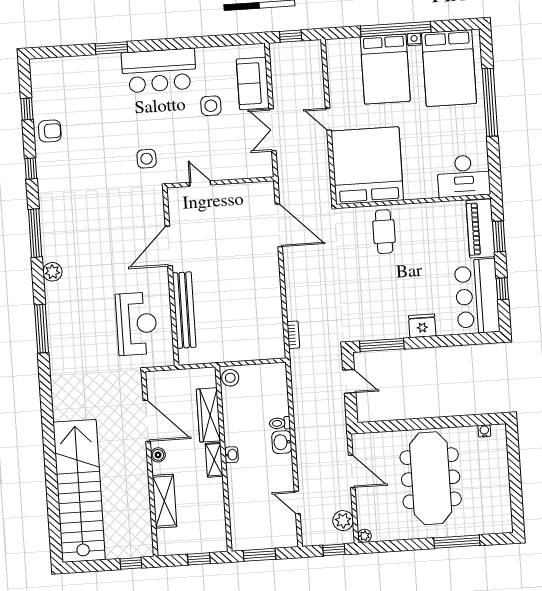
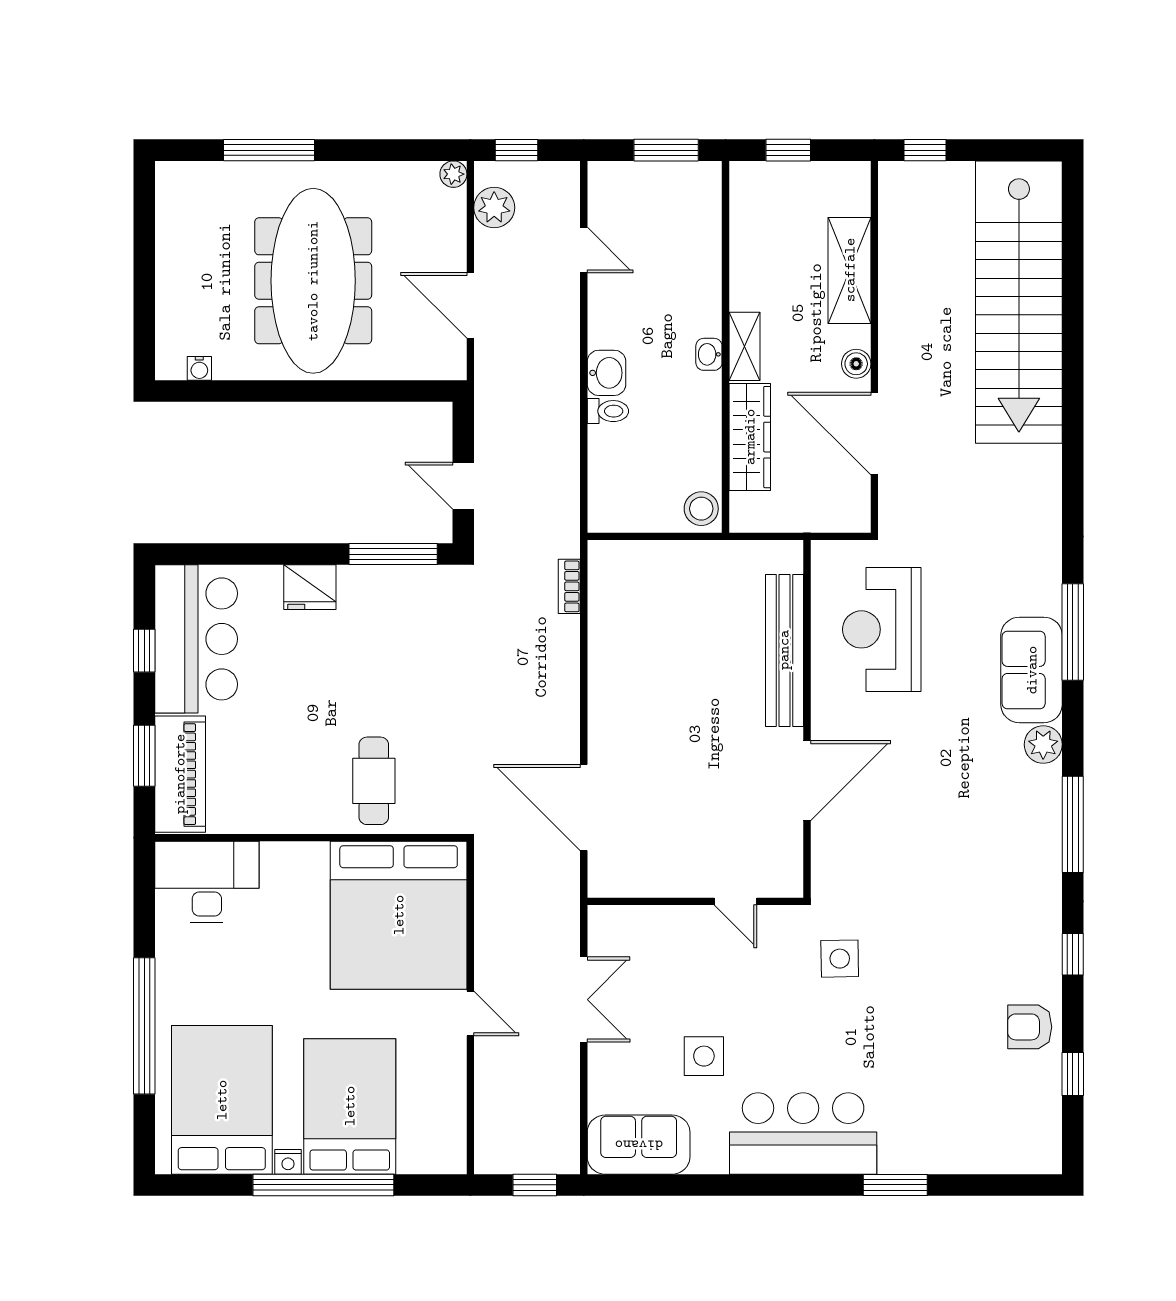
sofa: (253, 83) -> (639, 1145), moved, turned -90
sofa: (61, 308) -> (1032, 670), added

